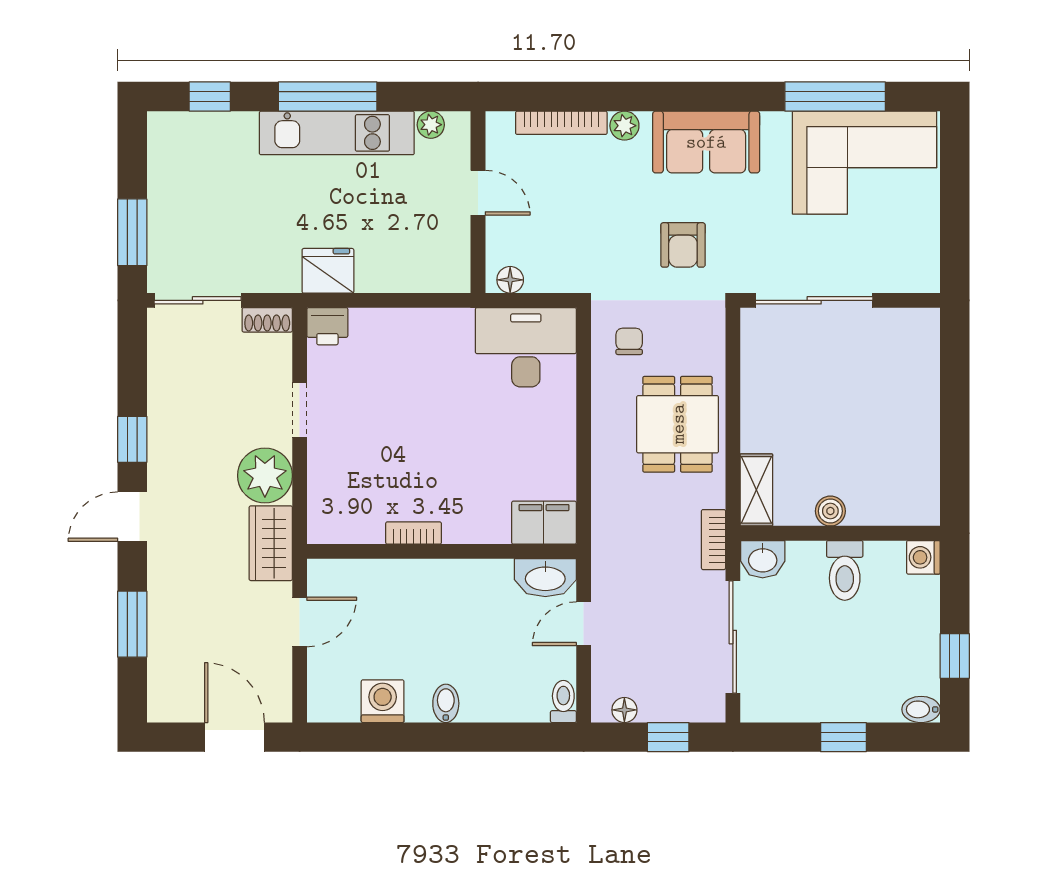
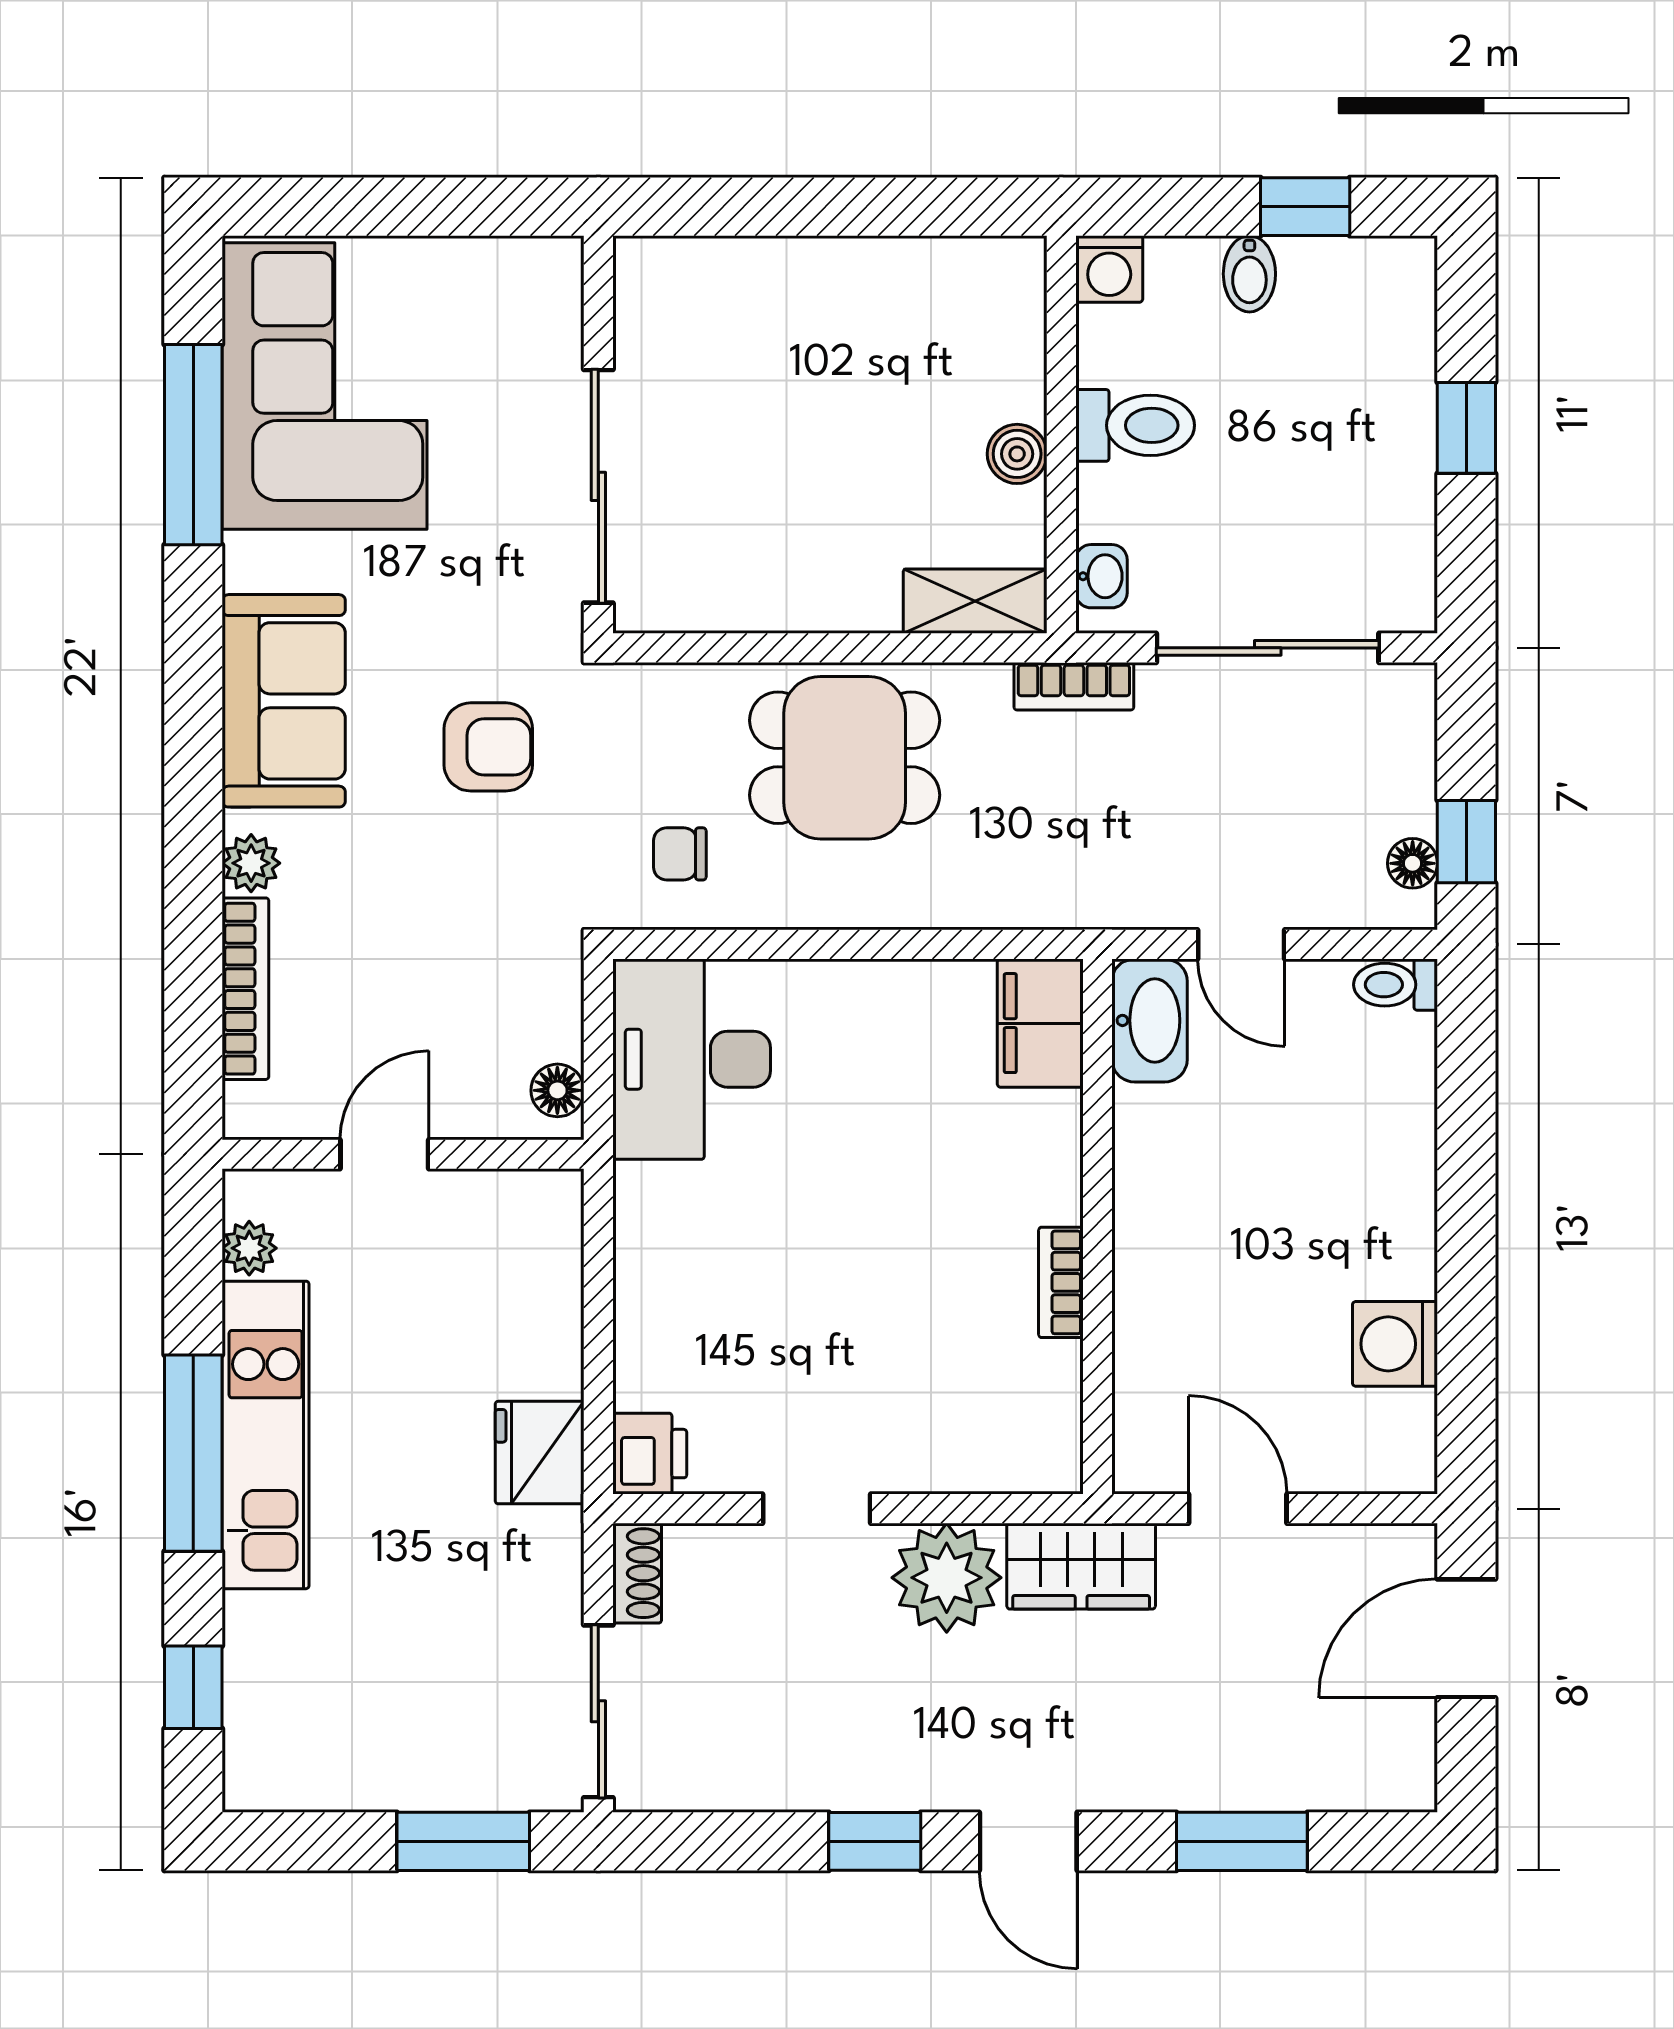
washbasin: (763, 559) -> (1101, 576), width x0.72, depth x0.69
bidet: (446, 703) -> (1399, 1218), removed
bidet: (921, 709) -> (1249, 274), moved
window: (668, 737) -> (1466, 842), moved

